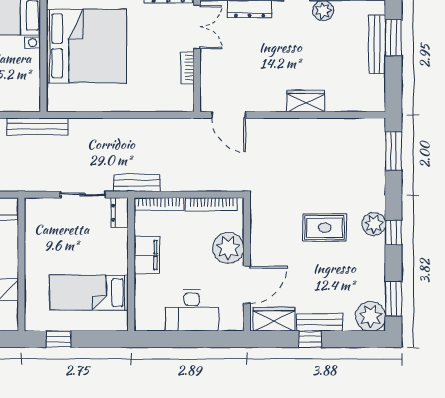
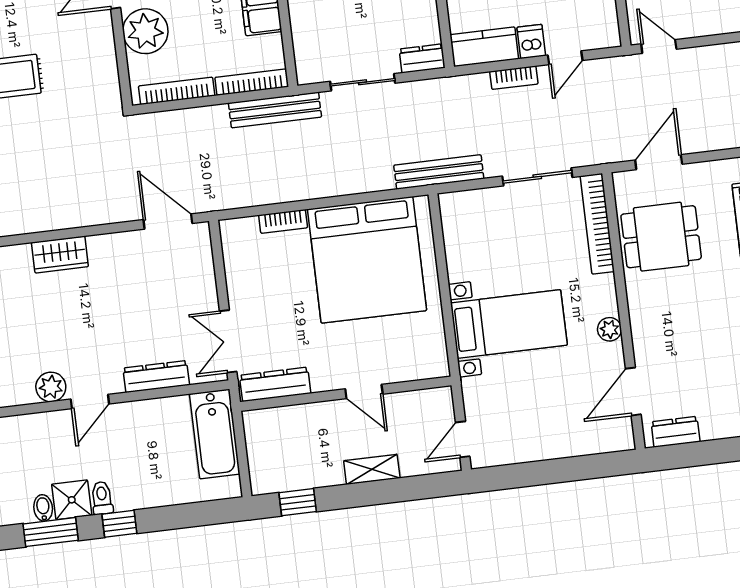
bed: (86, 46) -> (367, 260), moved, turned -90
bookcase: (187, 68) -> (283, 221), moved, turned 90
bench: (137, 183) -> (275, 110), width x1.36
dresser: (120, 213) -> (422, 58), moved, turned -90

